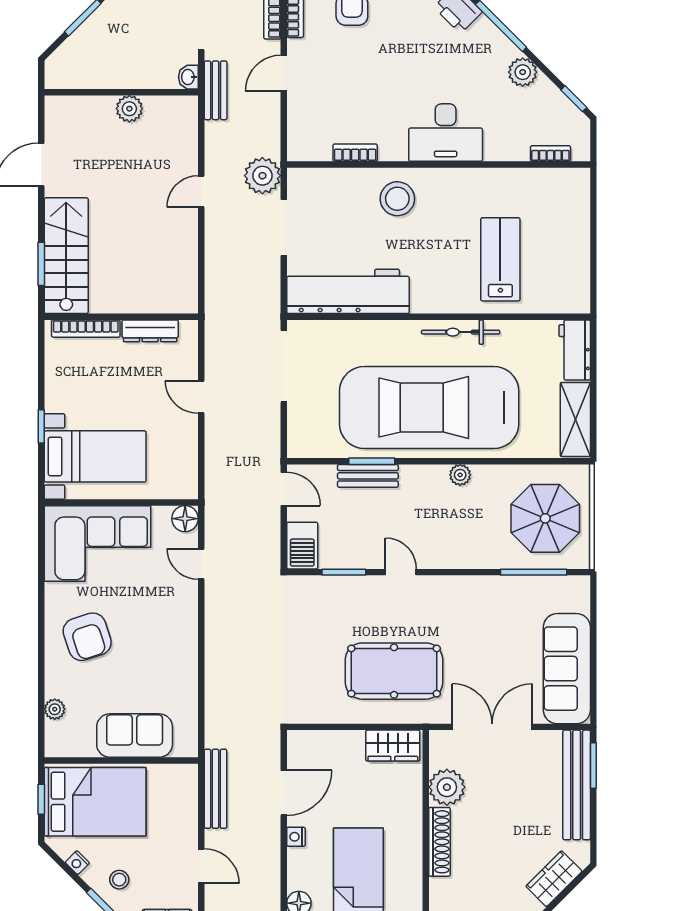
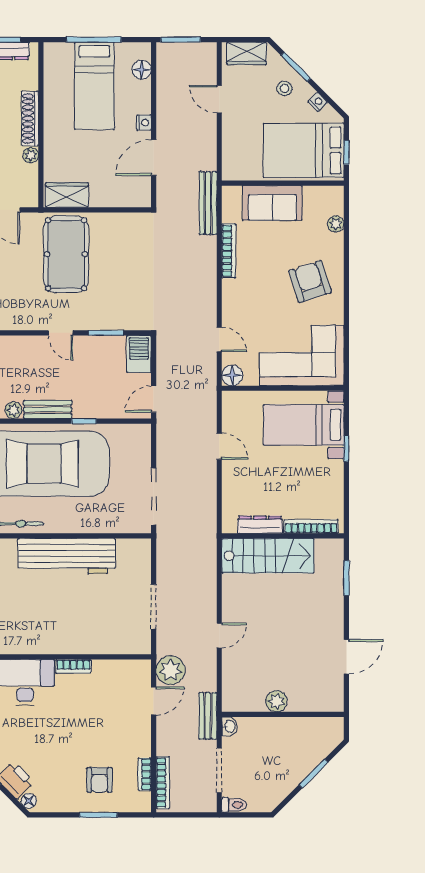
door: (284, 73) -> (154, 701), moved
bookcase: (355, 153) -> (73, 666), moved
plant: (262, 176) -> (171, 670), moved
stool: (397, 199) -> (63, 630), removed
stairs: (66, 256) -> (268, 556), moved, turned -90
workbench: (348, 291) -> (67, 556), moved
door: (201, 397) -> (219, 446), moved
window: (372, 461) -> (84, 421), width x0.67
bench: (368, 476) -> (48, 409), moved
door: (284, 489) -> (154, 399), hinge flipped
pool table: (394, 671) -> (66, 254), turned 90
bookcase: (189, 675) -> (229, 251), added
plant: (447, 787) -> (31, 155), width x0.53, depth x0.53
bench: (215, 789) -> (208, 203), moved

